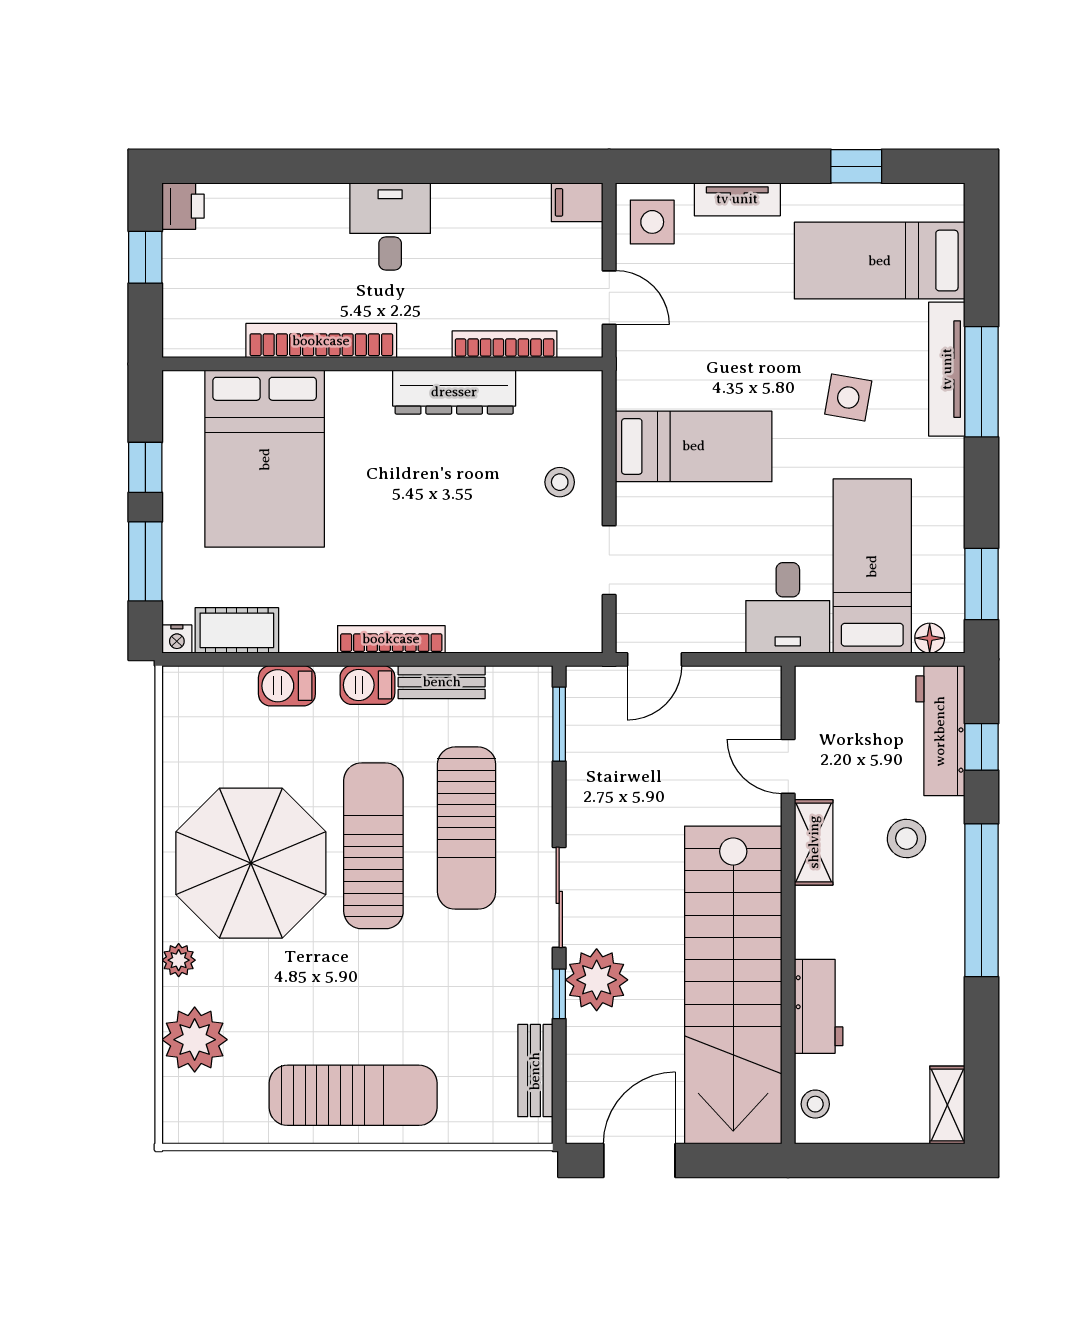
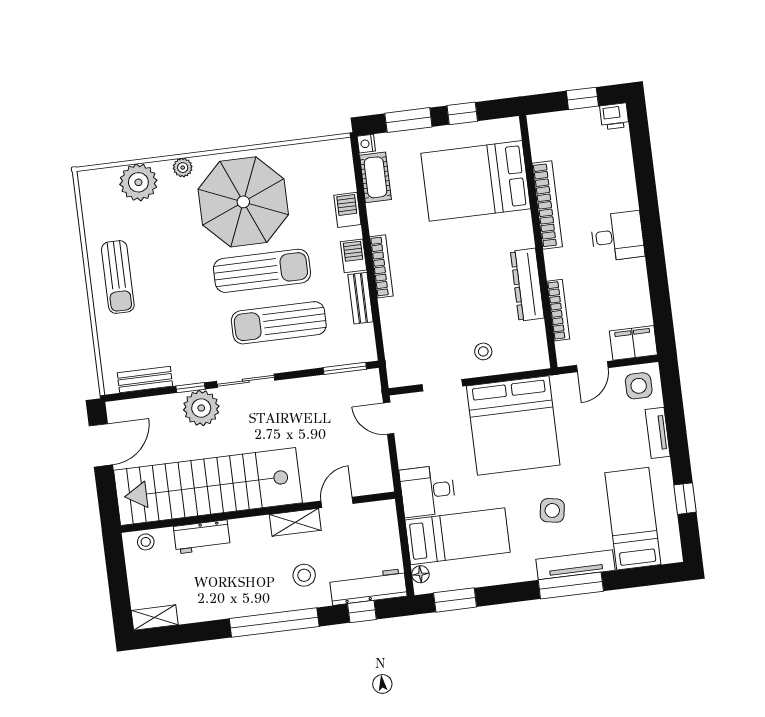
filing cabinet: (577, 202) -> (633, 343), width x2.00
bed: (694, 446) -> (513, 426), width x2.04
sun lounger: (353, 1095) -> (118, 277), width x0.73, depth x0.75
door: (639, 1161) -> (101, 445), hinge flipped

